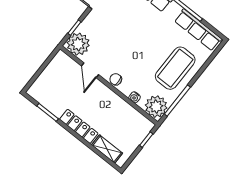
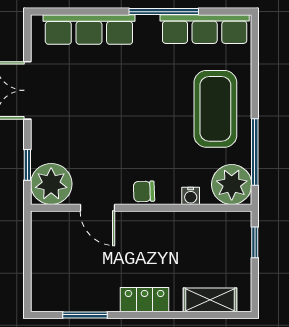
locker: (79, 126) -> (145, 300), width x0.66

